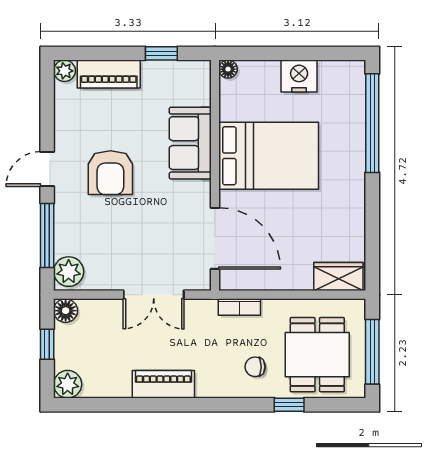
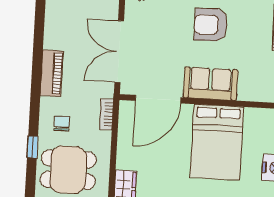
sofa: (190, 143) -> (210, 84), moved
double door: (154, 295) -> (119, 52), width x1.37
piano: (163, 384) -> (52, 73), moved

